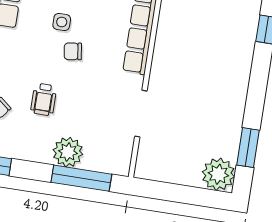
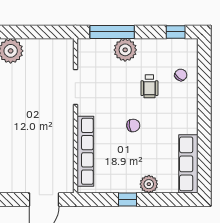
side table: (62, 22) -> (145, 146), removed
wheelchair: (44, 99) -> (149, 86), turned 180

